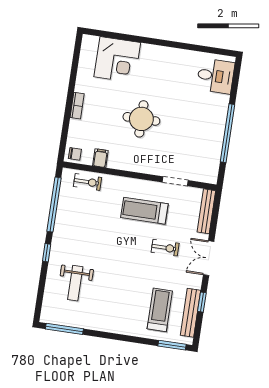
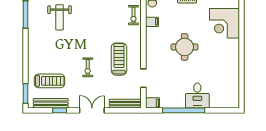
desk: (216, 76) -> (197, 95), moved
filing cabinet: (211, 174) -> (153, 103), added
exercise bike: (165, 248) -> (88, 67), moved
weight bench: (75, 283) -> (60, 17), turned -90

